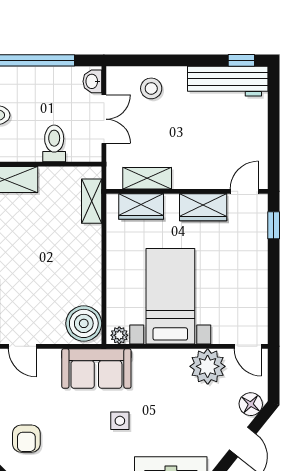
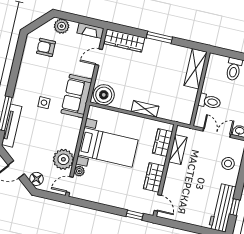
window: (241, 60) -> (235, 207), moved
double door: (104, 119) -> (217, 133), swing flipped
shelving: (92, 201) -> (145, 109), moved
plant: (119, 335) -> (79, 171), moved

